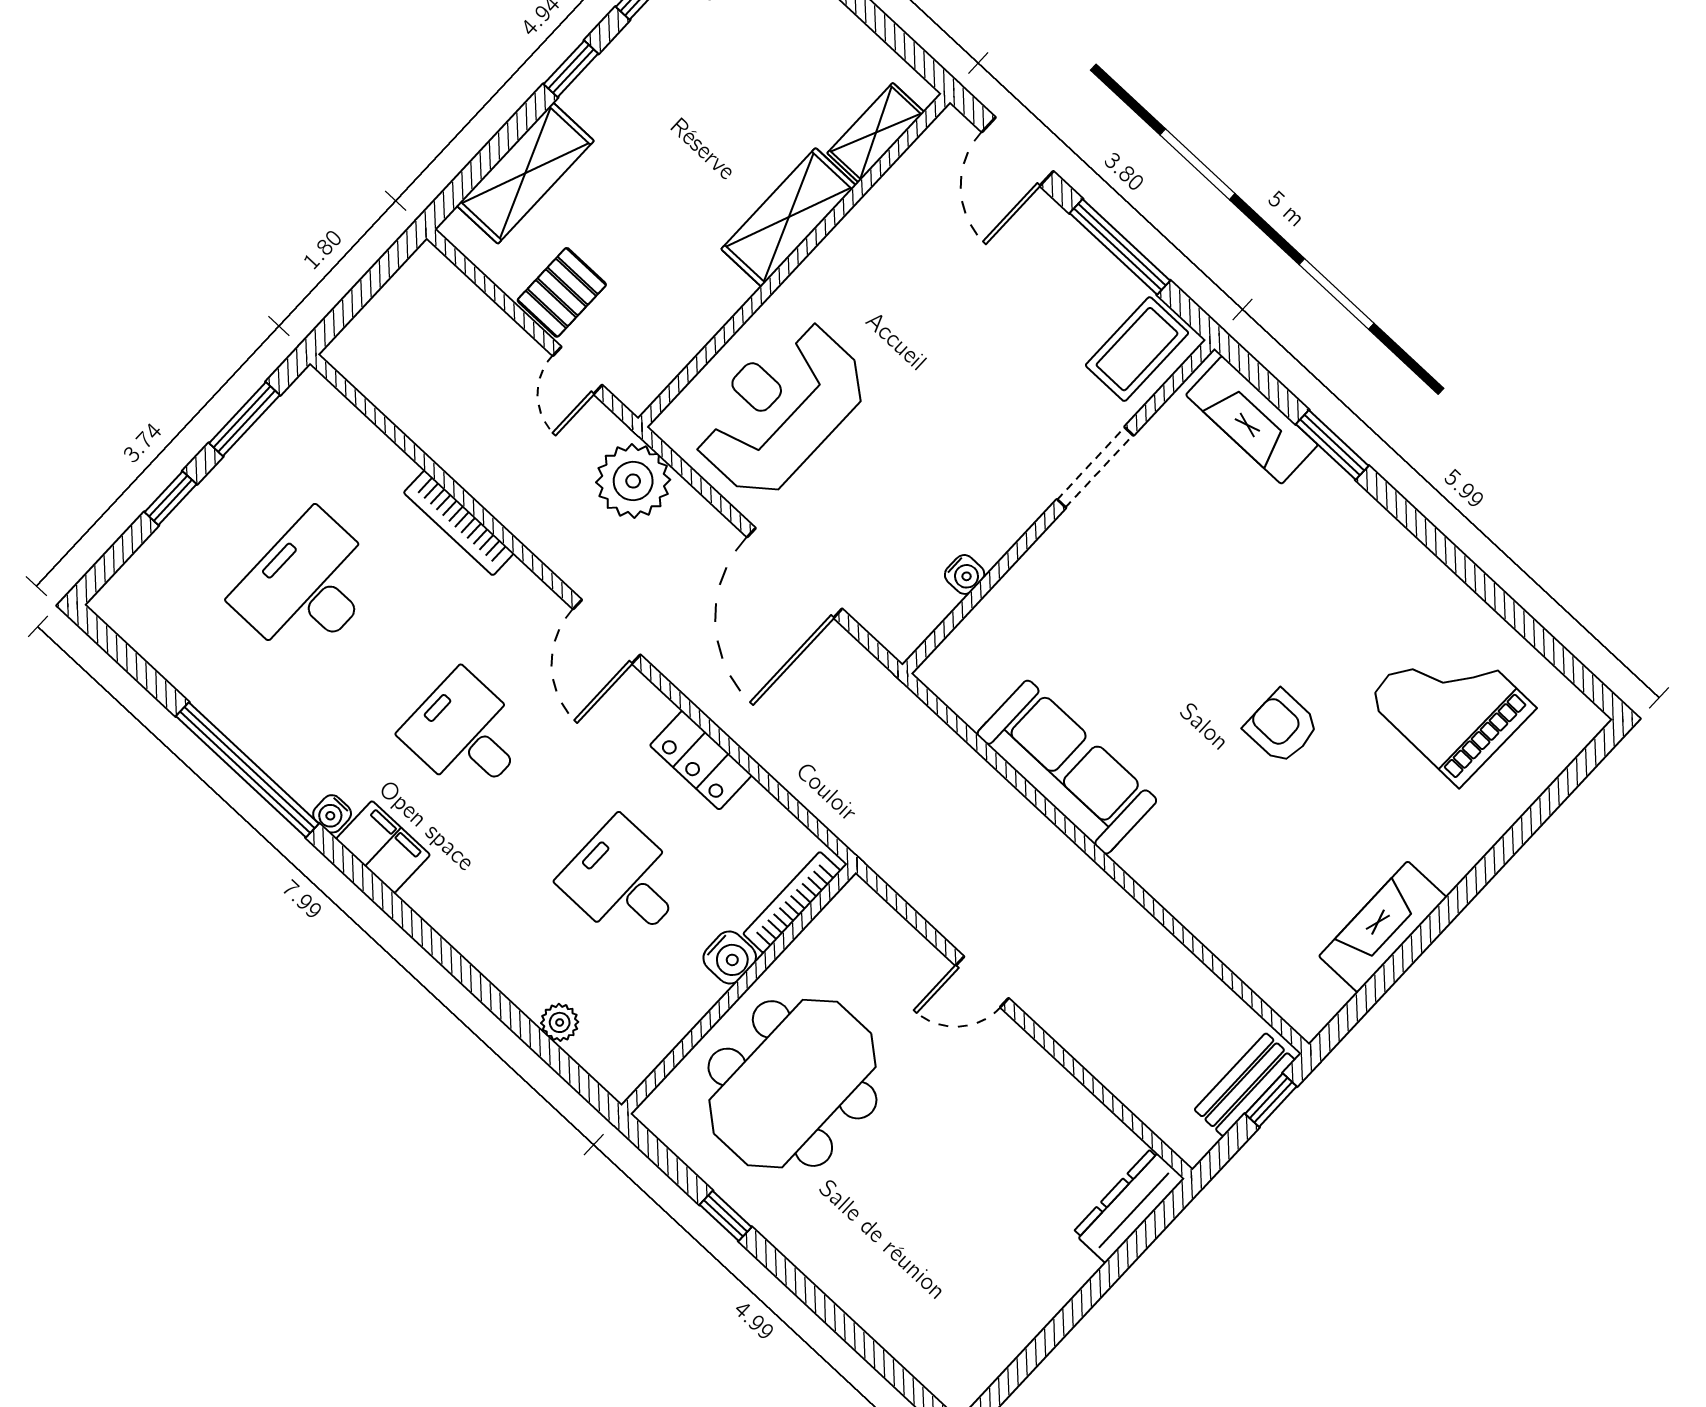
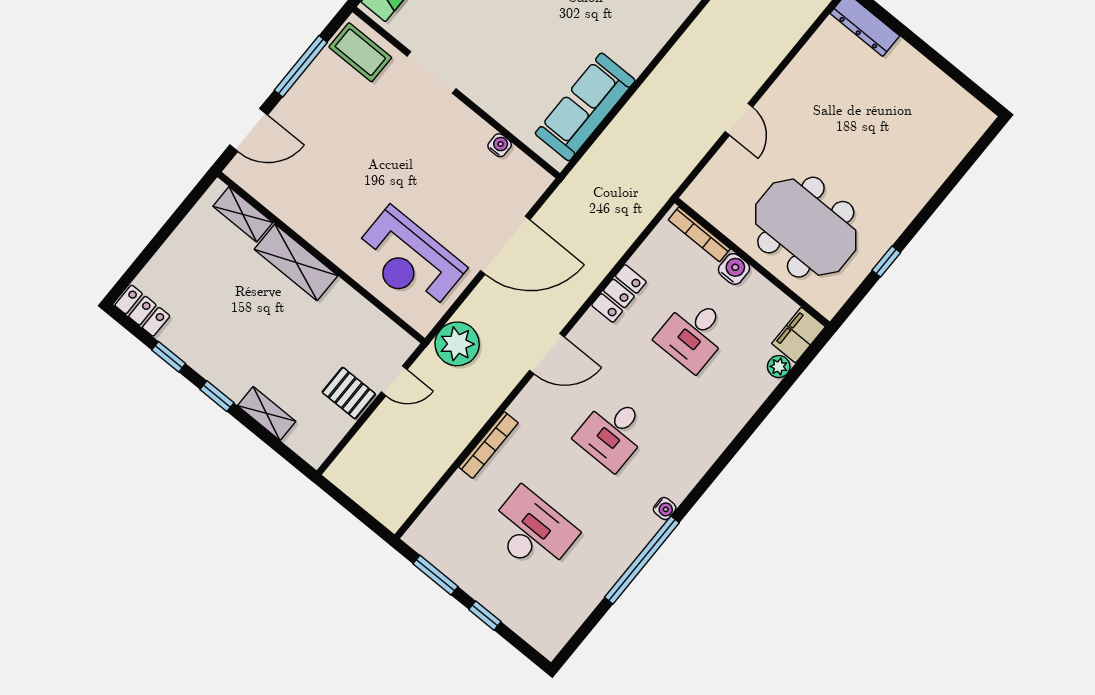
shelving: (525, 173) -> (267, 414), width x0.67, depth x0.75
desk: (308, 587) -> (532, 531), turned 180
sofa: (1067, 767) -> (585, 107), moved
filing cabinet: (383, 847) -> (798, 335), moved

